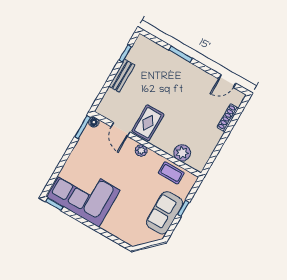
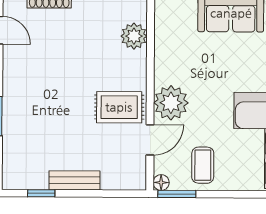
plant: (141, 150) -> (171, 103), width x1.88, depth x1.88
coffee table: (171, 173) -> (203, 165), moved

